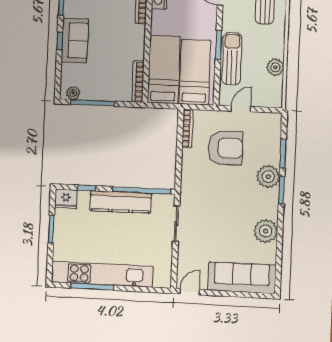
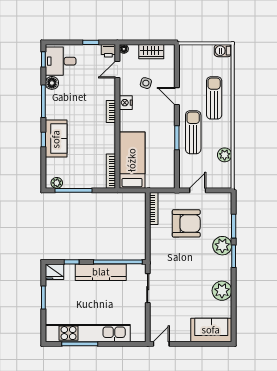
sun lounger: (232, 59) -> (193, 132), moved
bed: (195, 72) -> (158, 161), removed
sofa: (242, 278) -> (211, 330), width x0.73

